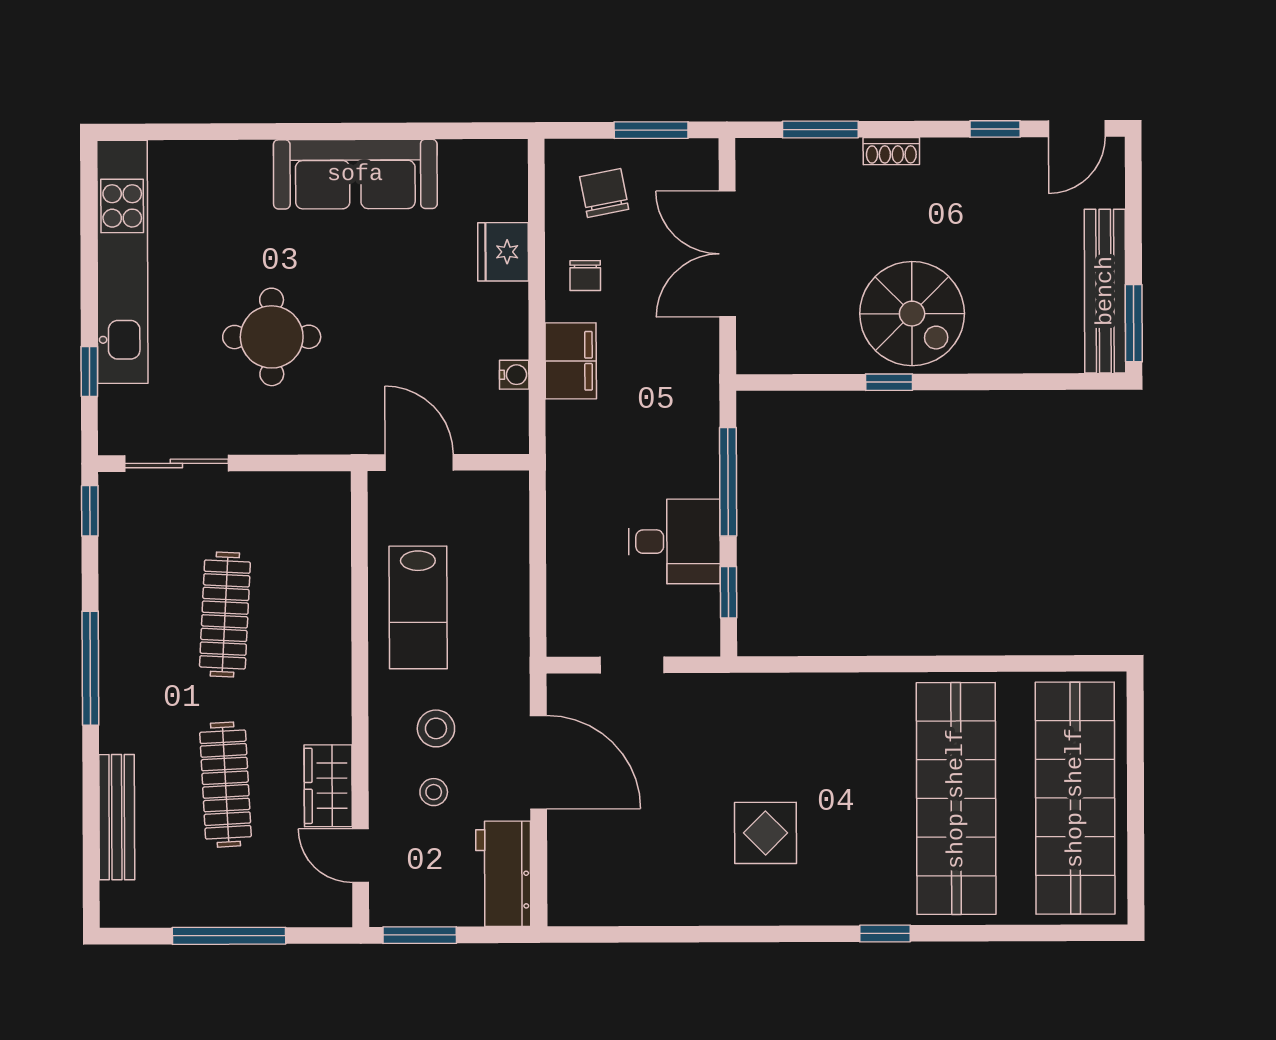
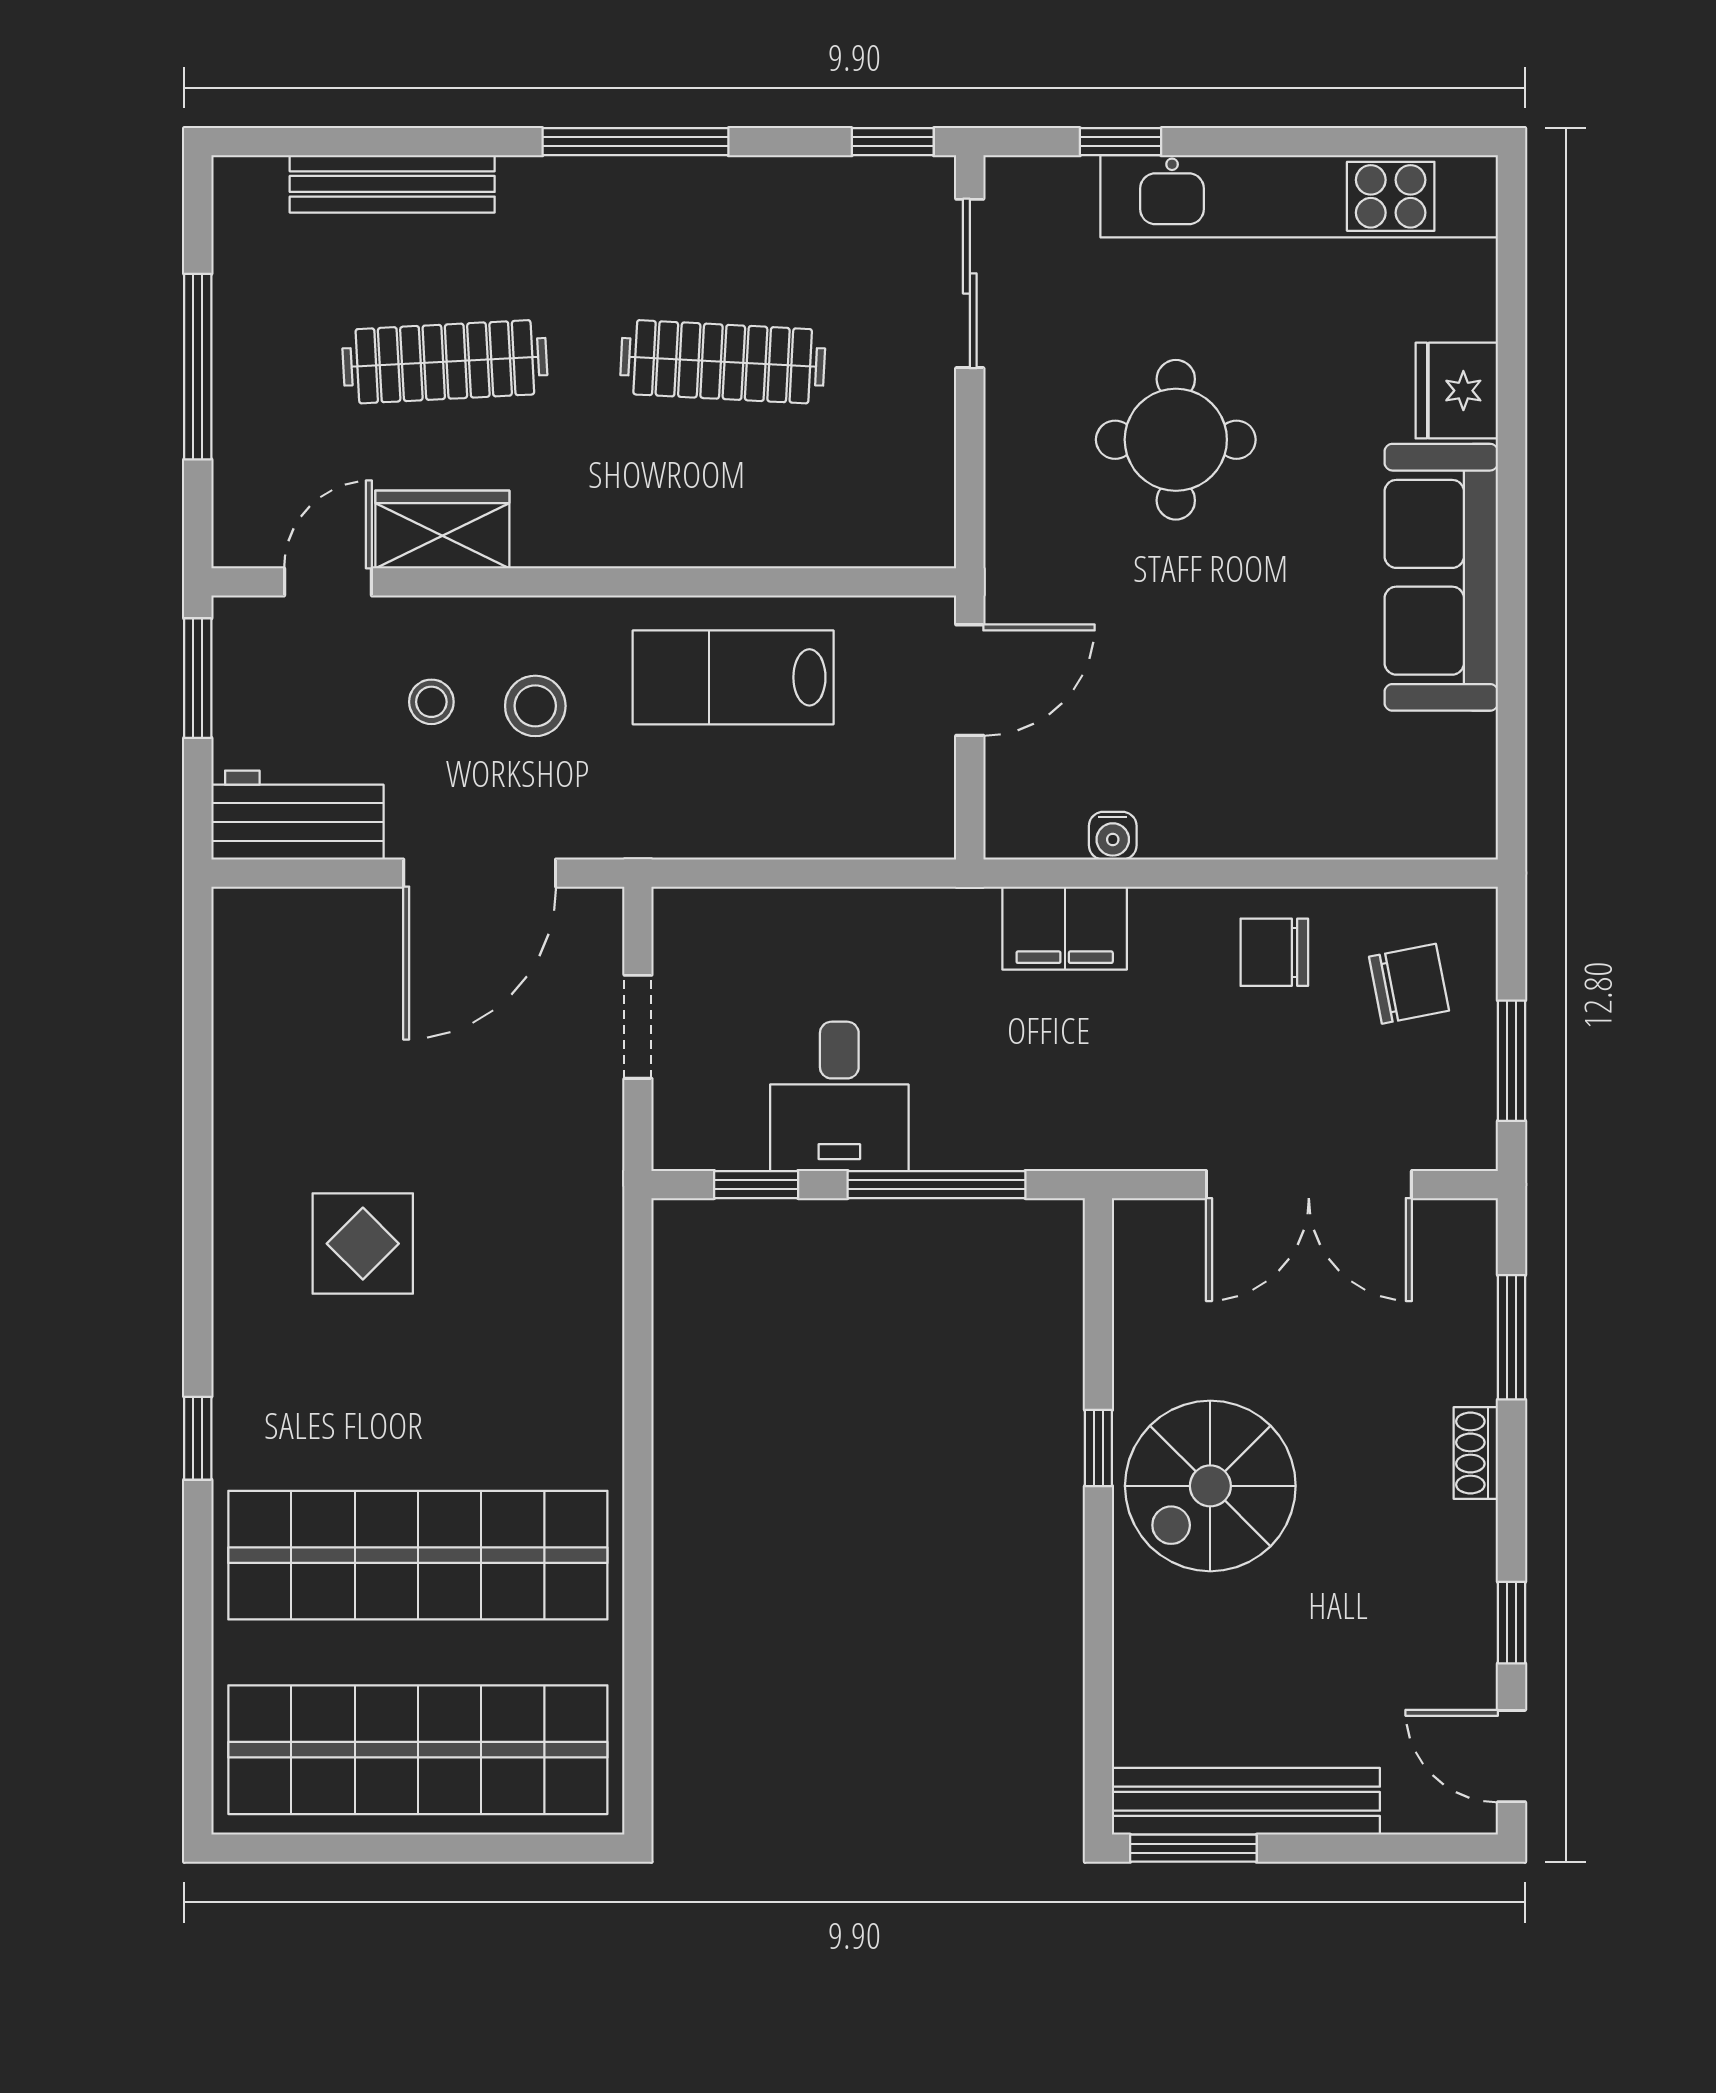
fridge: (503, 252) -> (1457, 391), moved, turned -90
double door: (727, 254) -> (1309, 1185), swing flipped
chair: (585, 276) -> (1274, 952), width x1.37, depth x1.37
filing cabinet: (571, 361) -> (1065, 928), moved

